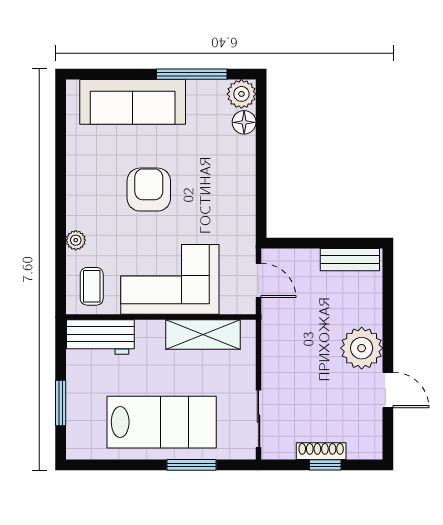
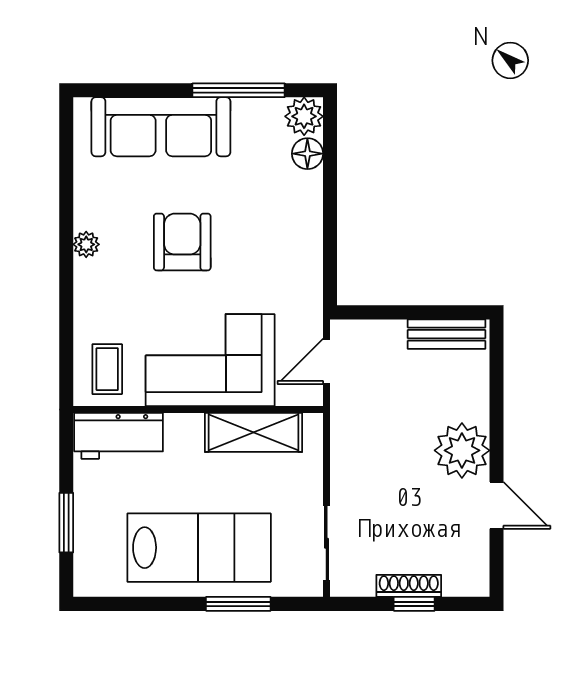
plant: (76, 240) -> (86, 244), moved
door: (259, 280) -> (327, 361), swing flipped

